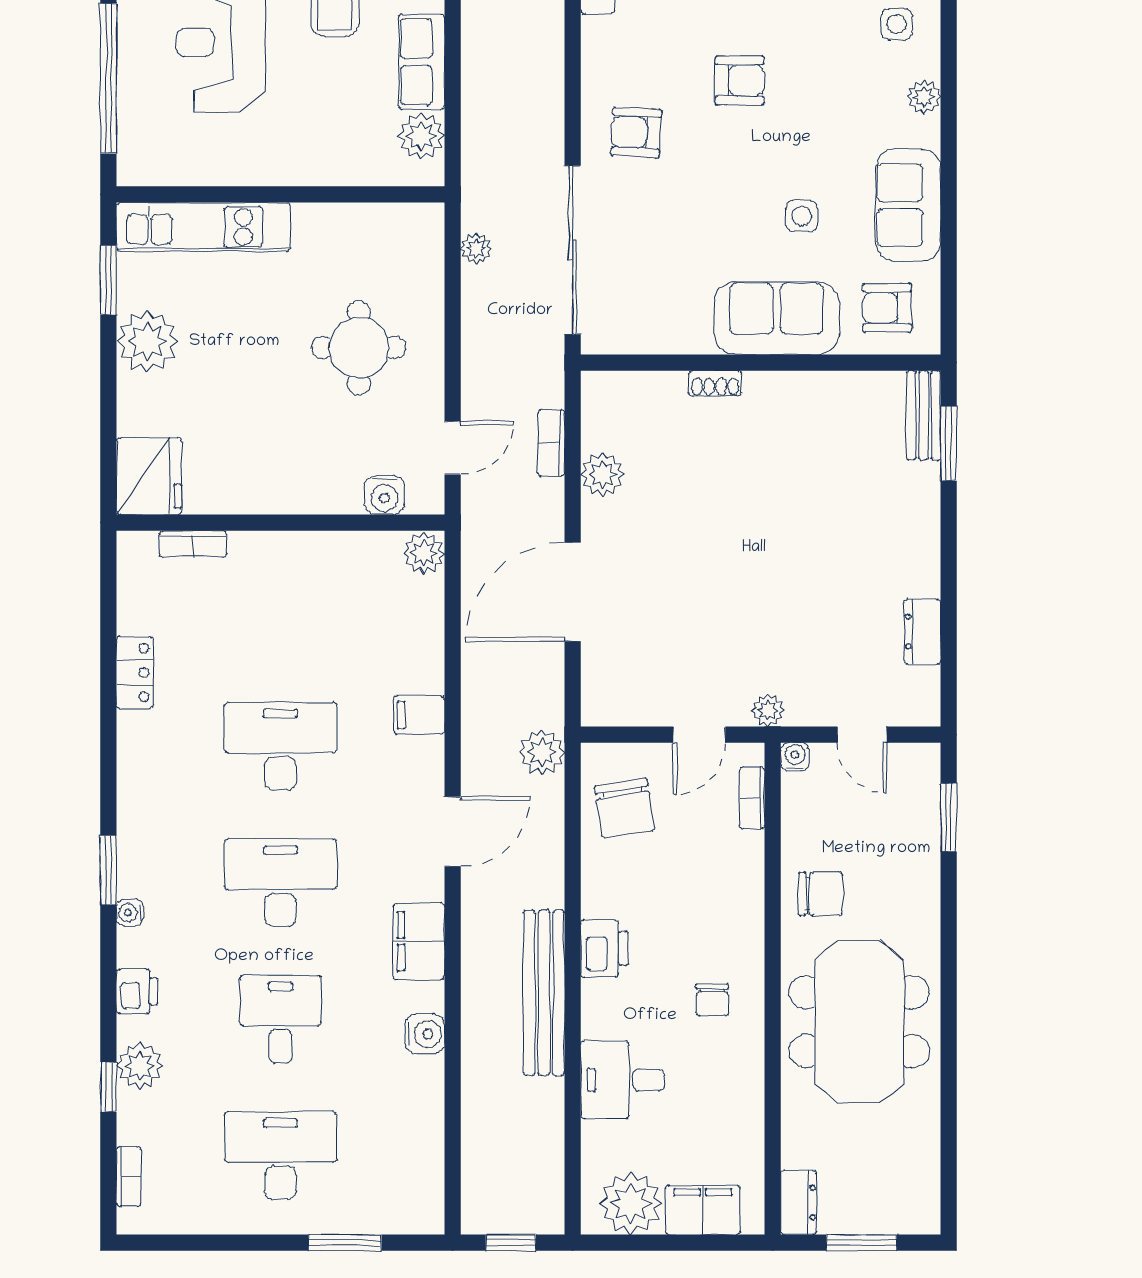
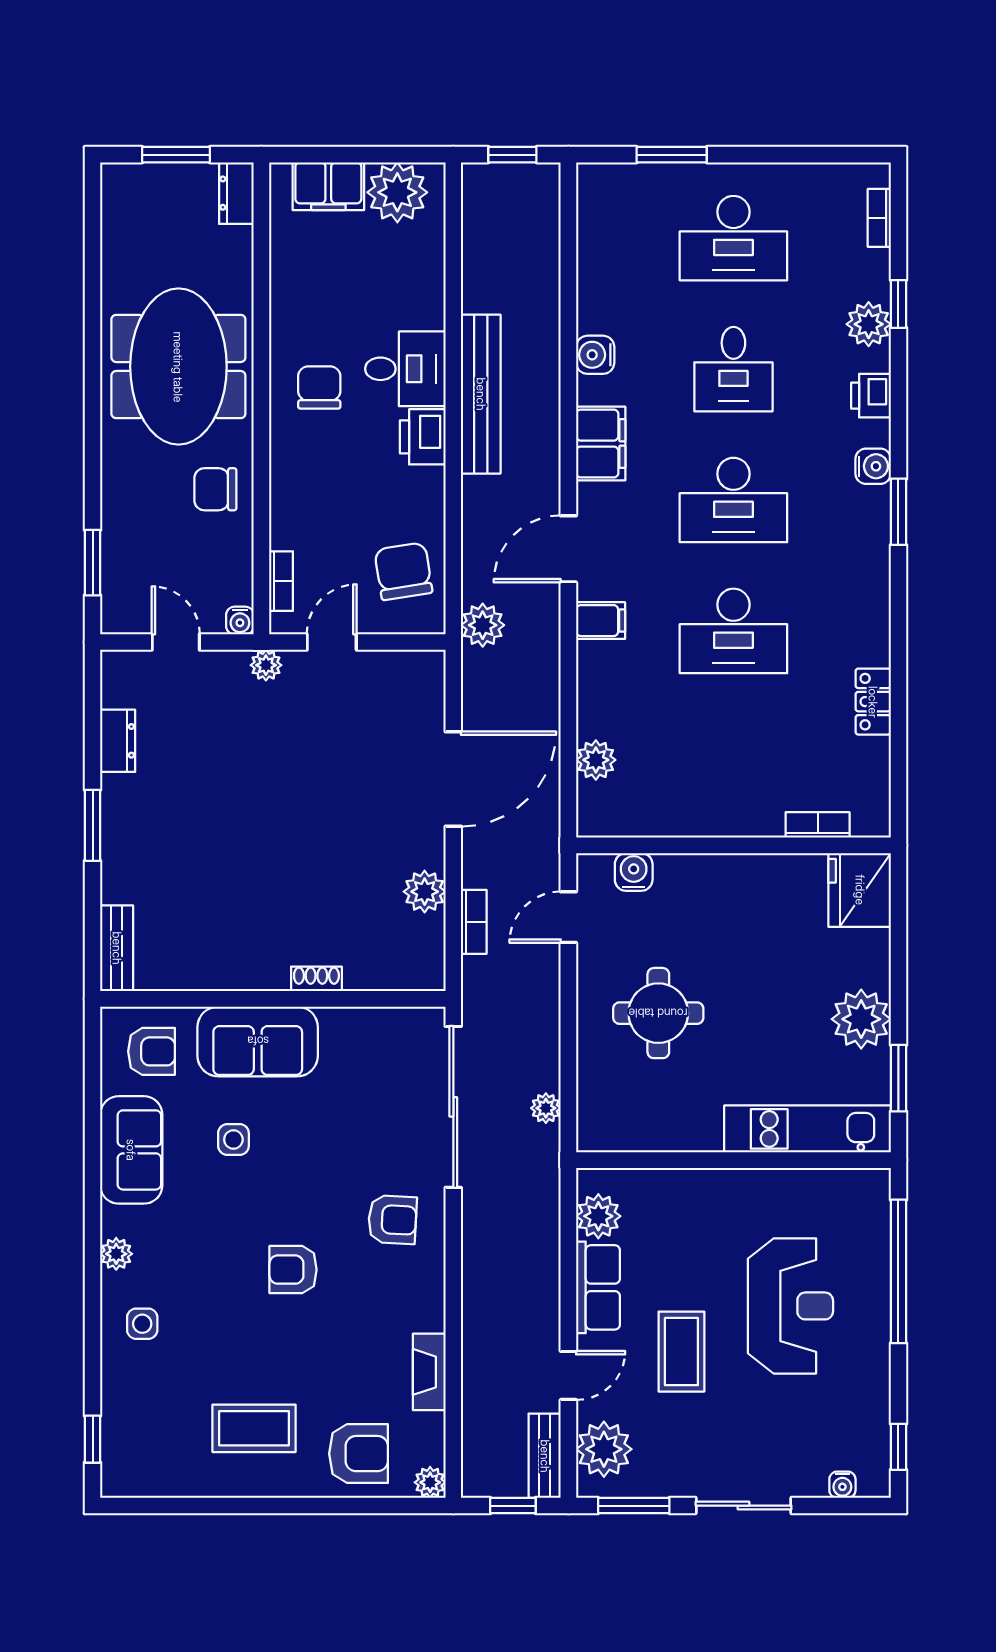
window: (949, 444) -> (93, 825), moved
plant: (424, 553) -> (596, 760), moved
filing cabinet: (419, 715) -> (601, 621), moved
water cooler: (130, 913) -> (873, 466), width x1.38, depth x1.38
chair: (712, 1000) -> (319, 387), width x1.37, depth x1.37
desk: (623, 1080) -> (405, 369), moved

